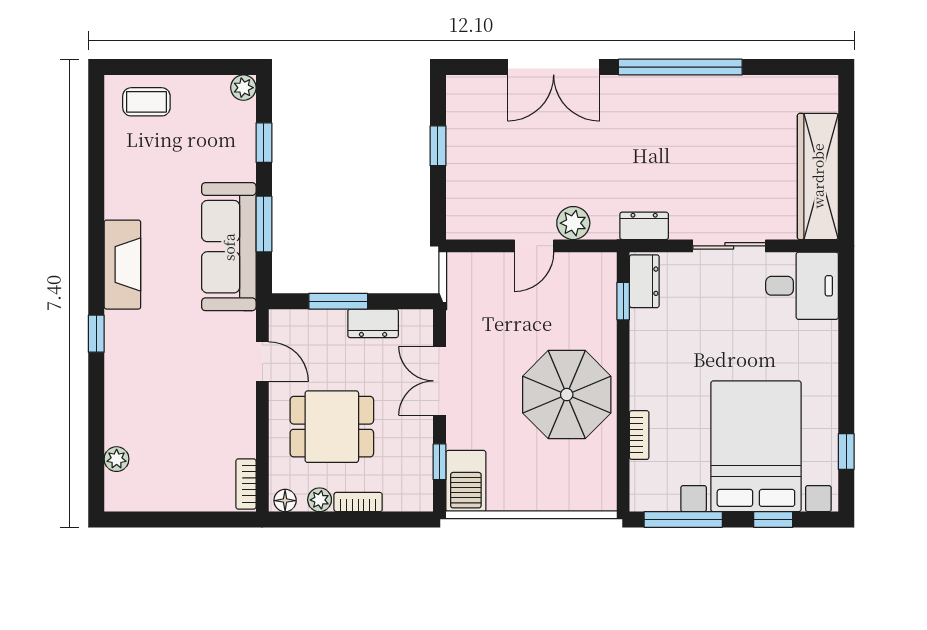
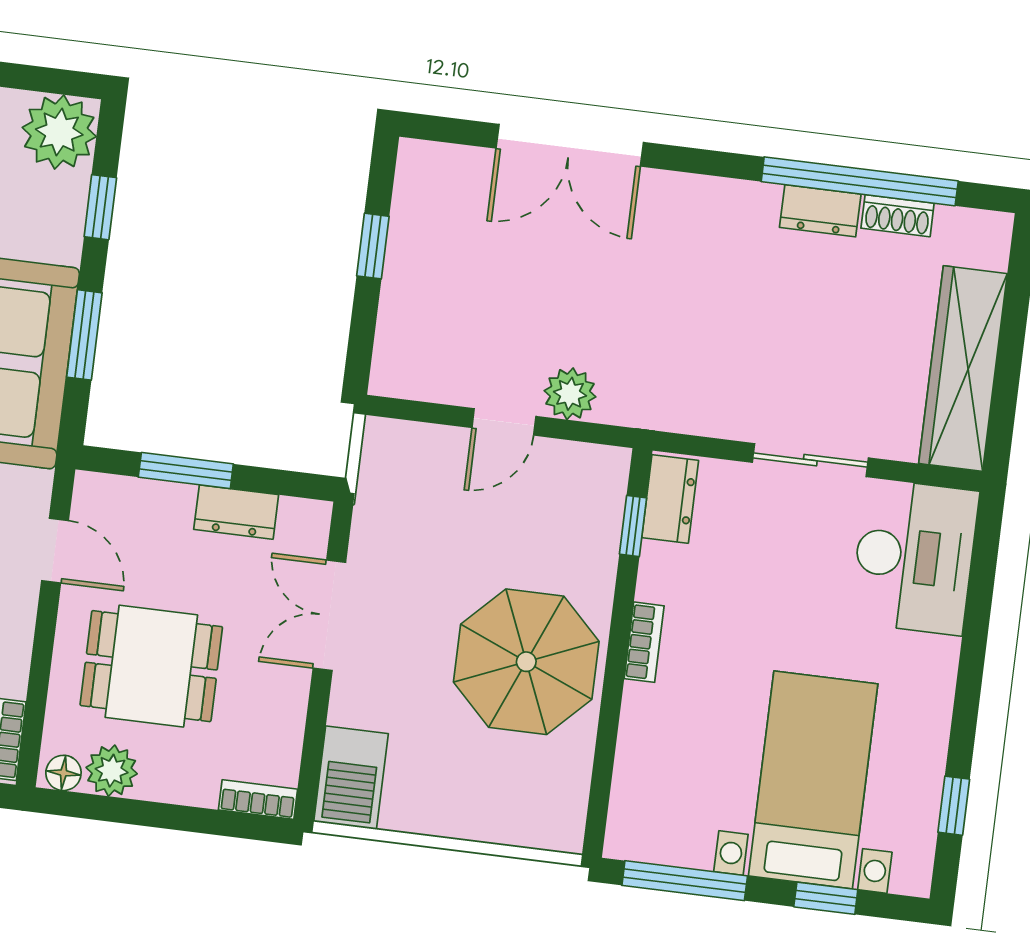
window: (680, 67) -> (860, 181), moved
shoe rack: (765, 86) -> (898, 216), added
plant: (243, 88) -> (59, 132), width x1.88, depth x1.88
dresser: (644, 226) -> (820, 211), moved, turned 180
desk: (802, 286) -> (914, 557), width x1.37
bookcase: (639, 435) -> (644, 642), moved
bed with nightstands: (756, 446) -> (813, 780), width x0.73
window: (440, 462) -> (314, 742), removed
plant: (320, 500) -> (112, 771), width x1.38, depth x1.38
bookcase: (358, 502) -> (258, 800), moved

